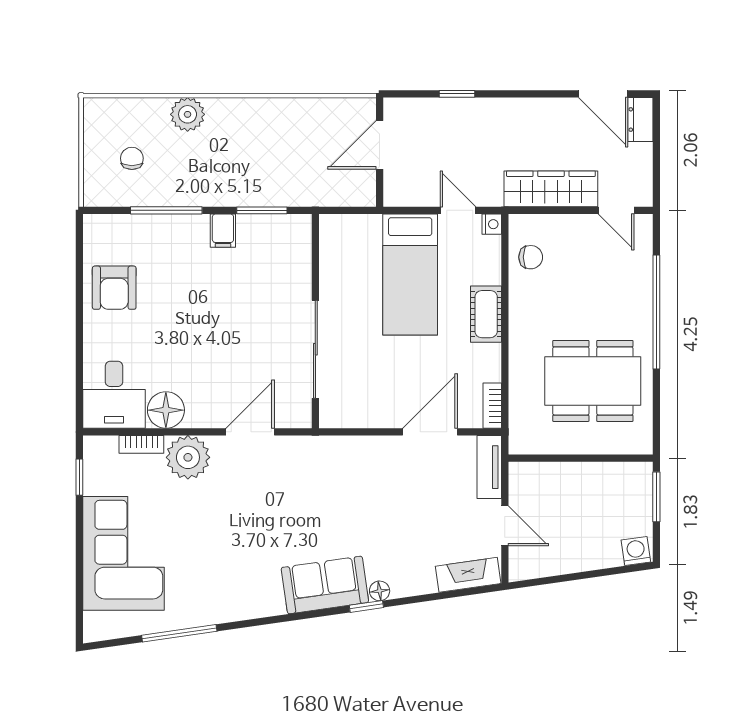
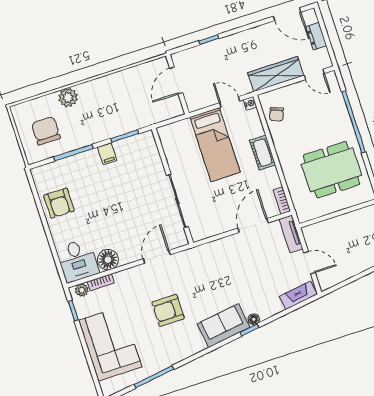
dresser: (640, 120) -> (316, 36), moved
chair: (132, 158) -> (46, 131), width x1.87, depth x1.87
chair: (531, 257) -> (277, 114), turned 111
plant: (188, 457) -> (82, 290), moved, width x0.53, depth x0.53
armchair: (240, 529) -> (168, 310), added

